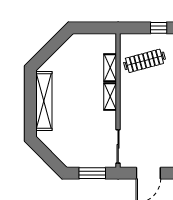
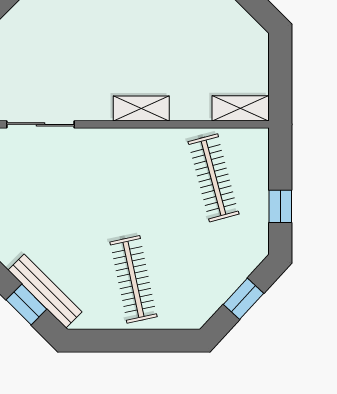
shelving: (110, 68) -> (240, 108), moved

